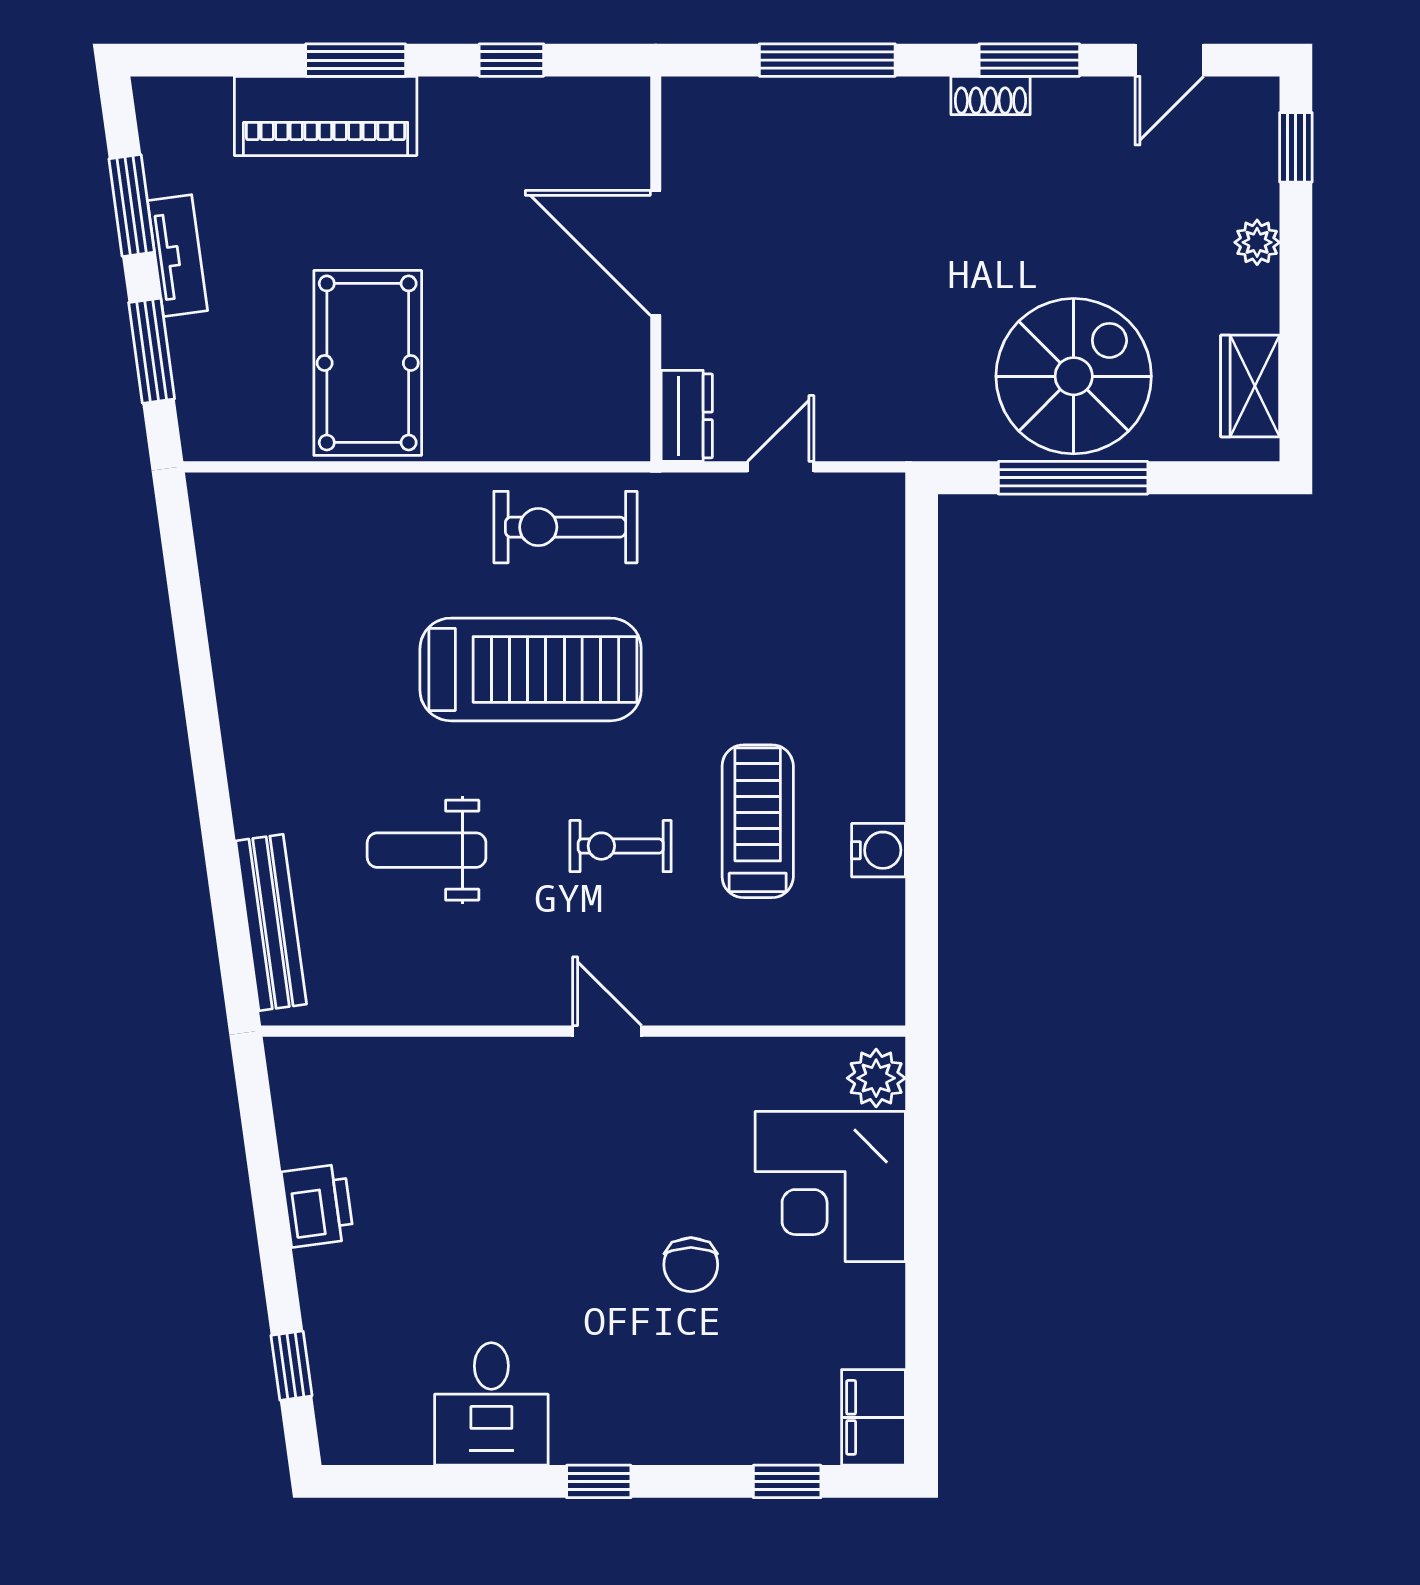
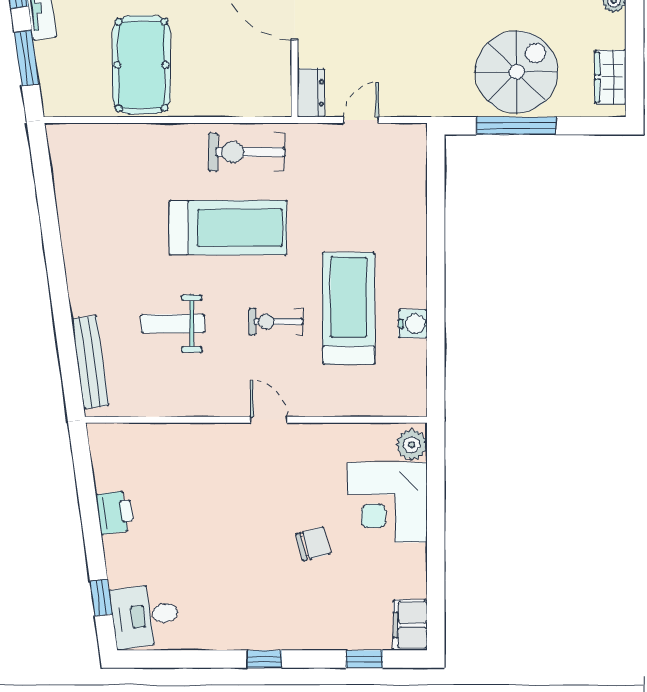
treadmill: (758, 821) -> (349, 308), width x1.37, depth x1.38
chair: (691, 1265) -> (313, 544), turned -105
desk: (491, 1404) -> (145, 616), moved, turned 82

